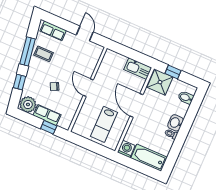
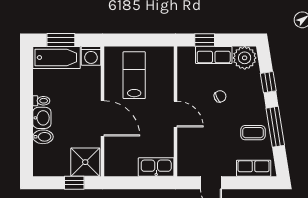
kitchen sink: (138, 69) -> (156, 167), moved
bidet: (186, 98) -> (43, 137), moved
window: (141, 168) -> (61, 40), added

